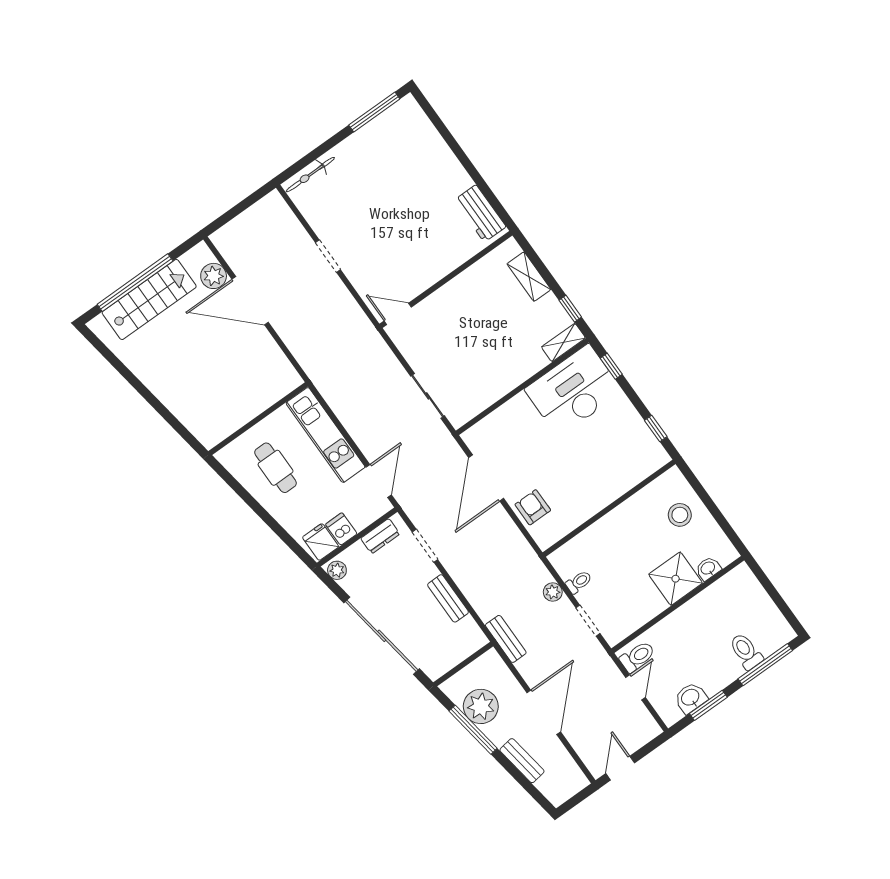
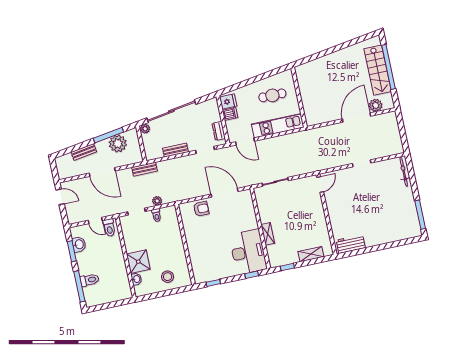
shelving: (563, 343) -> (268, 234), moved
plant: (337, 570) -> (145, 129), moved

